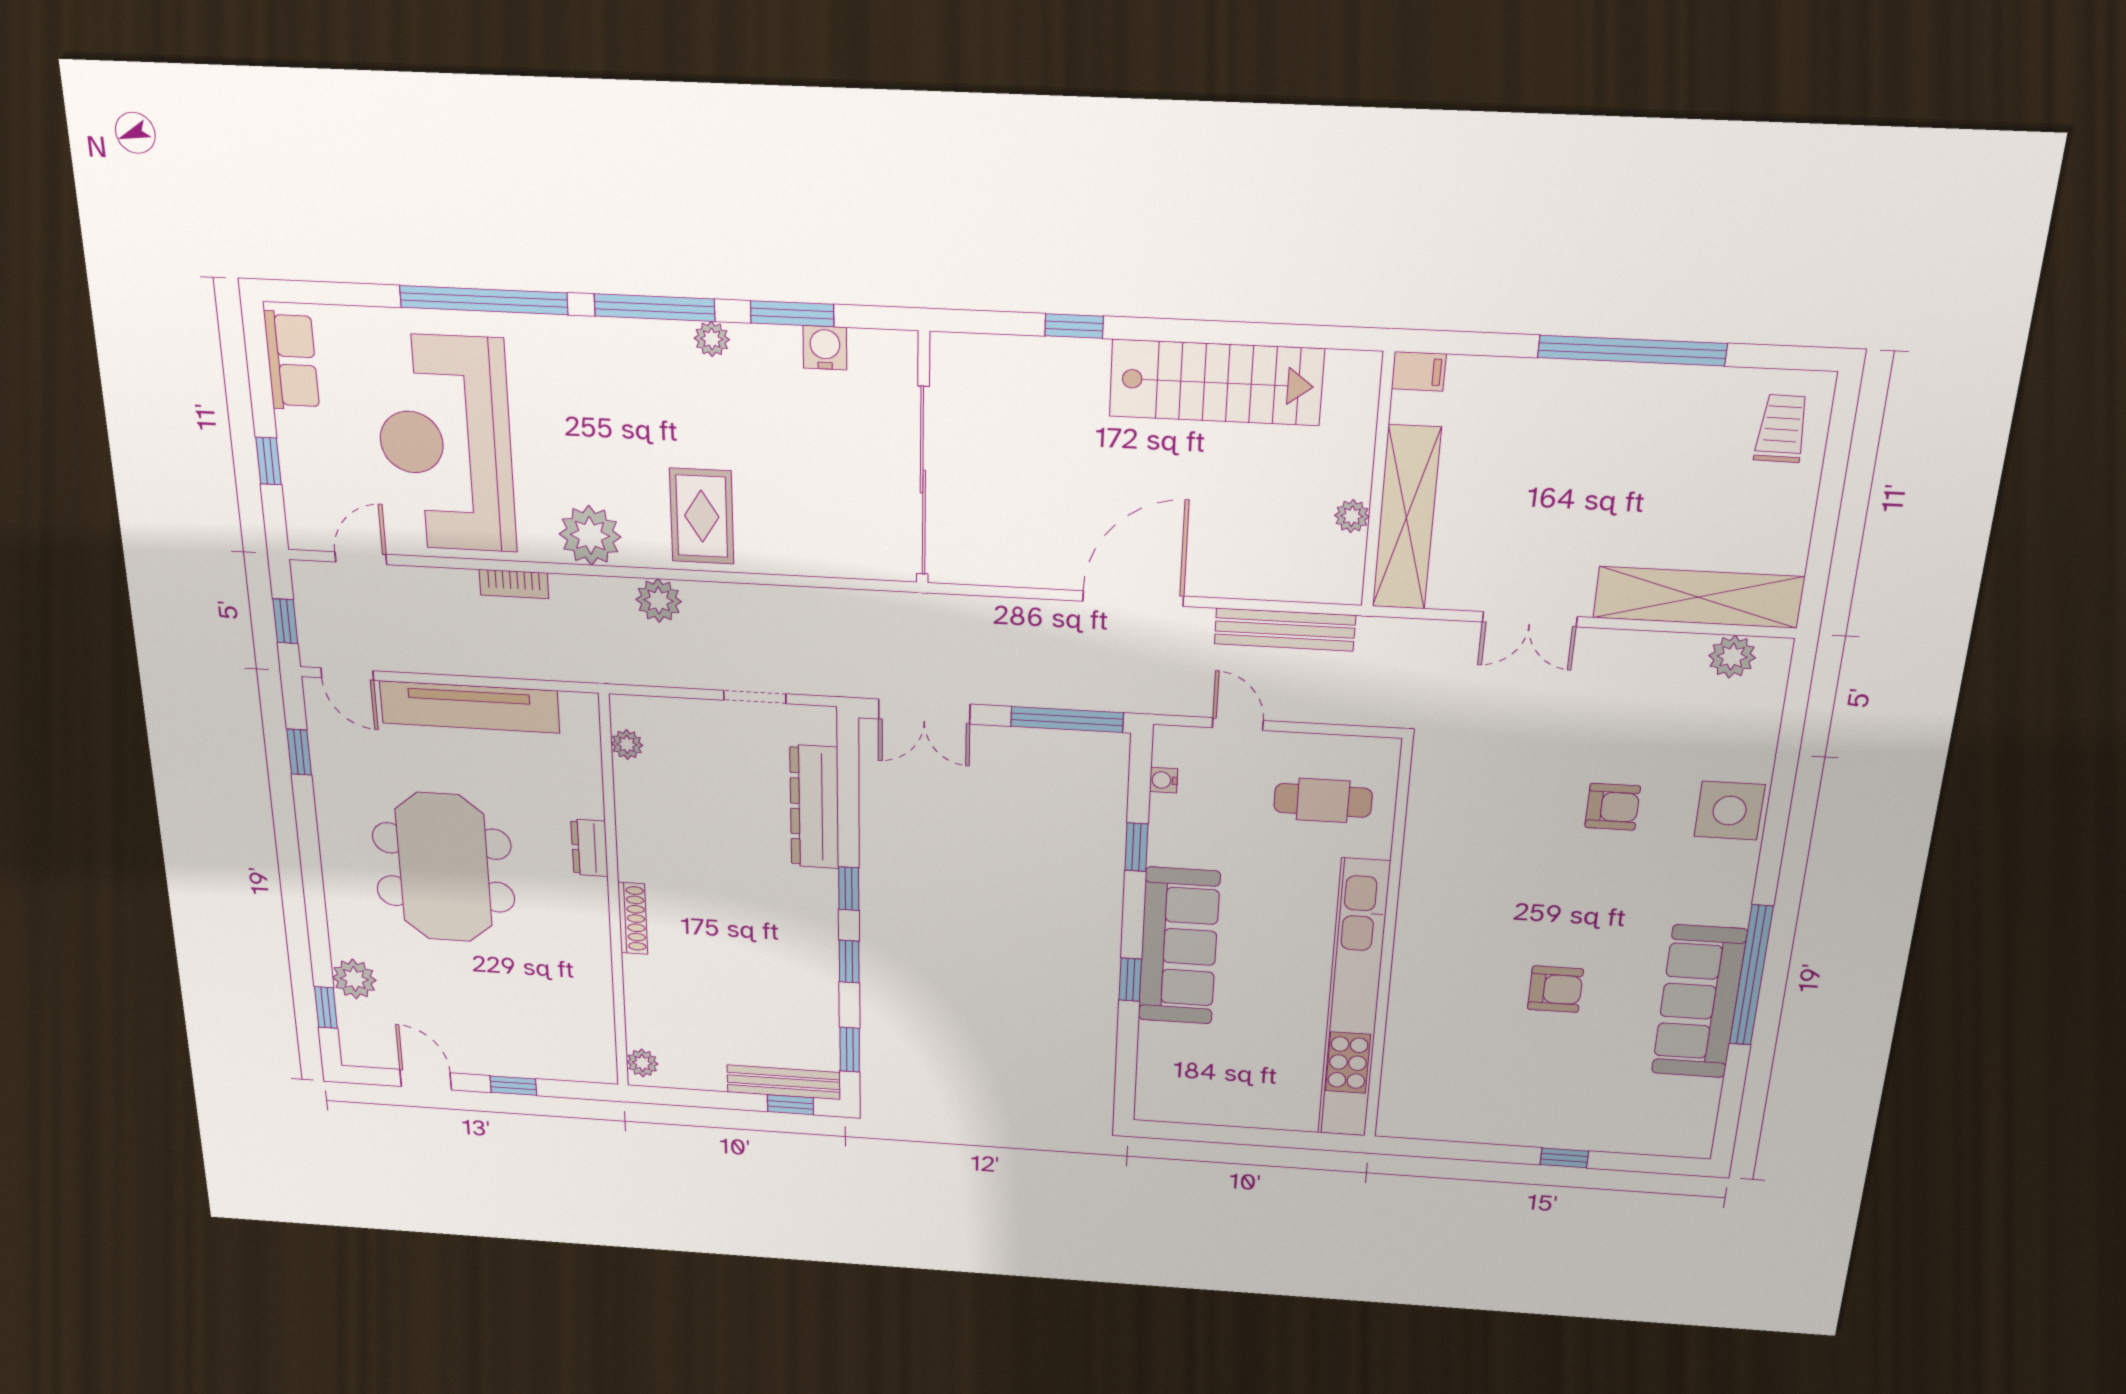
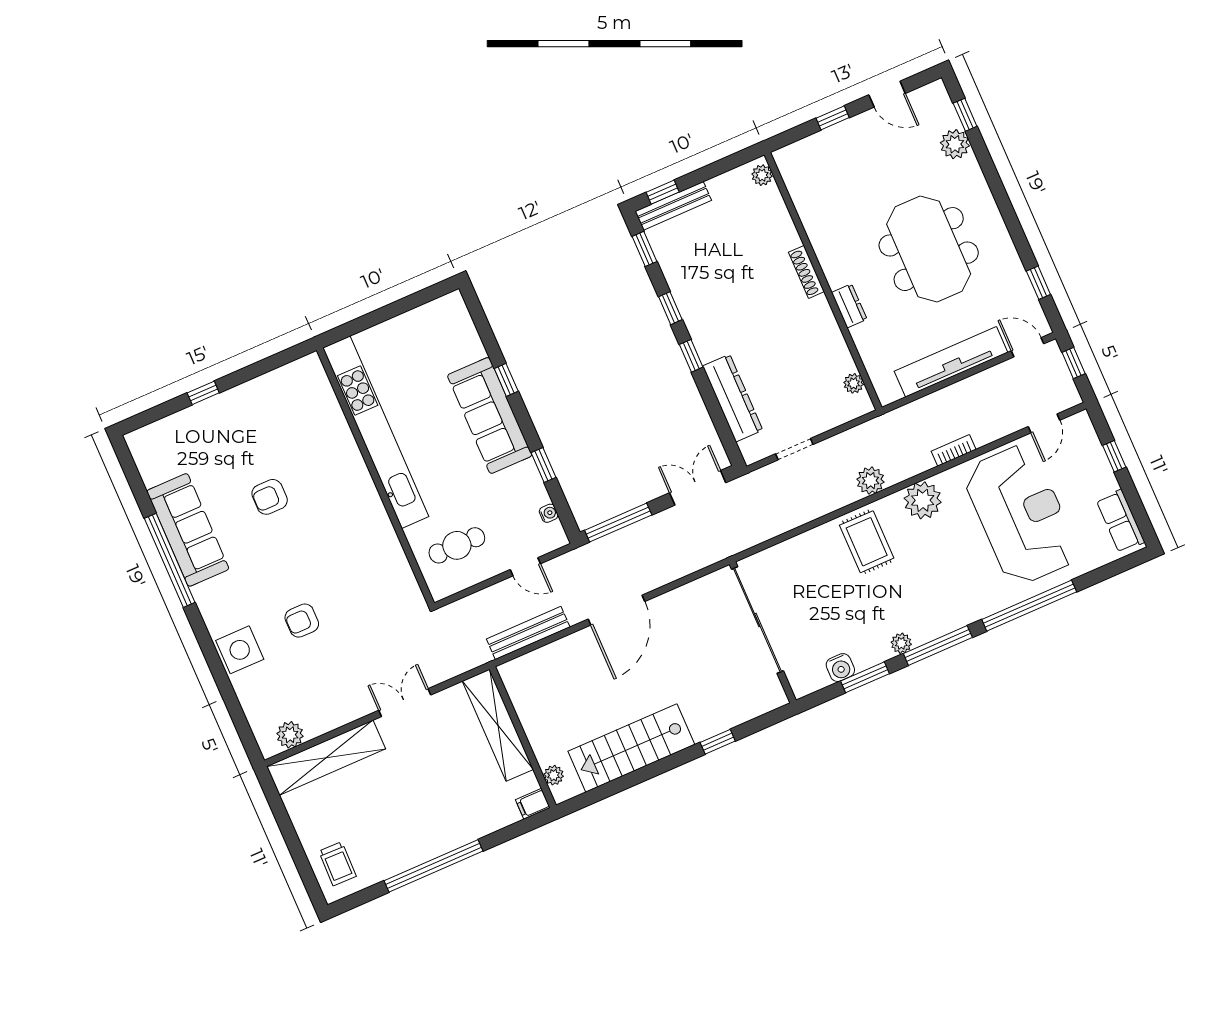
plant: (1352, 516) -> (554, 775), moved

